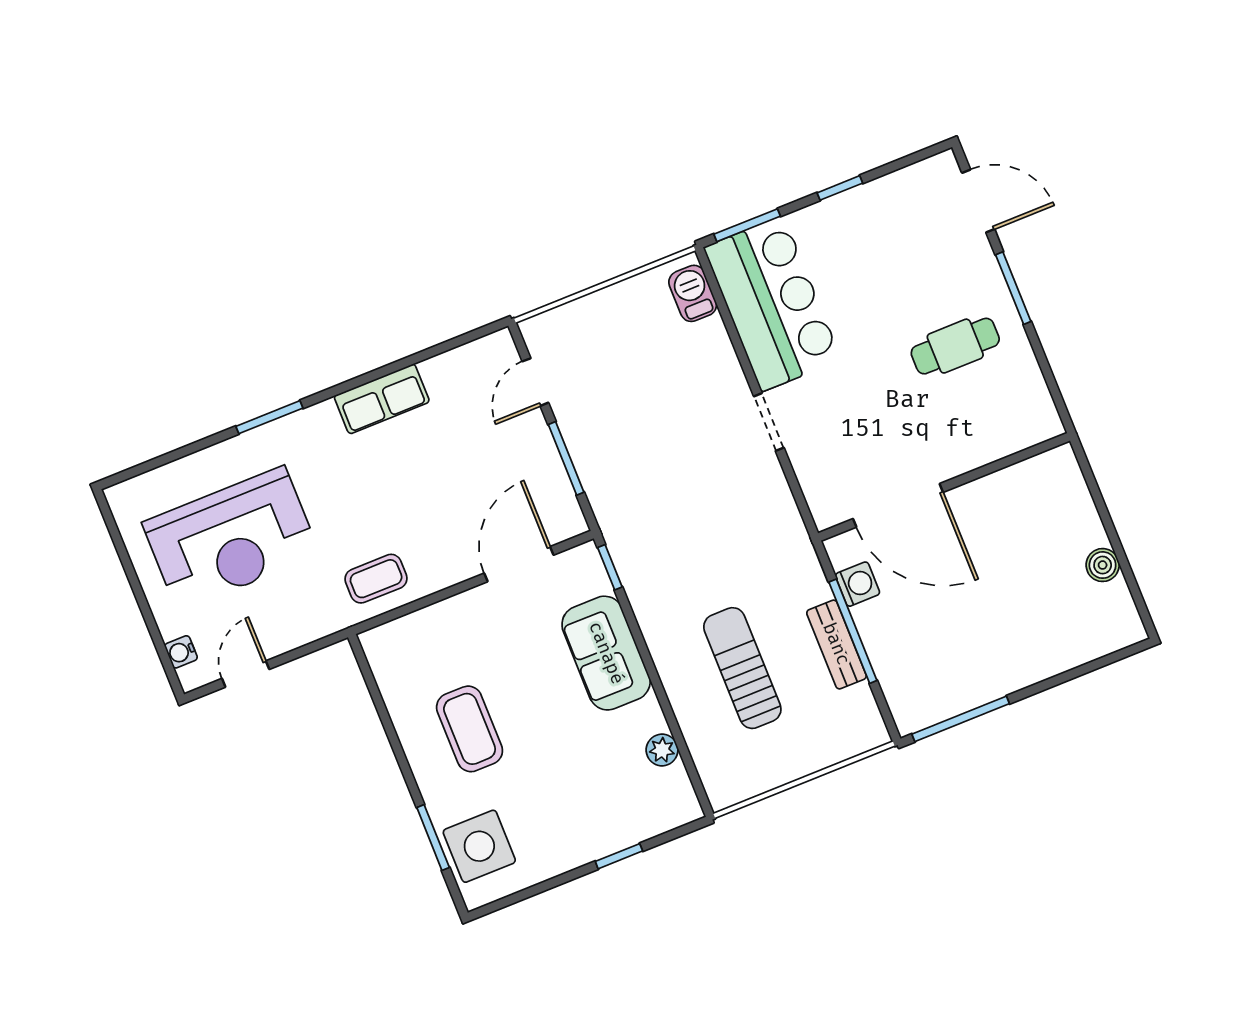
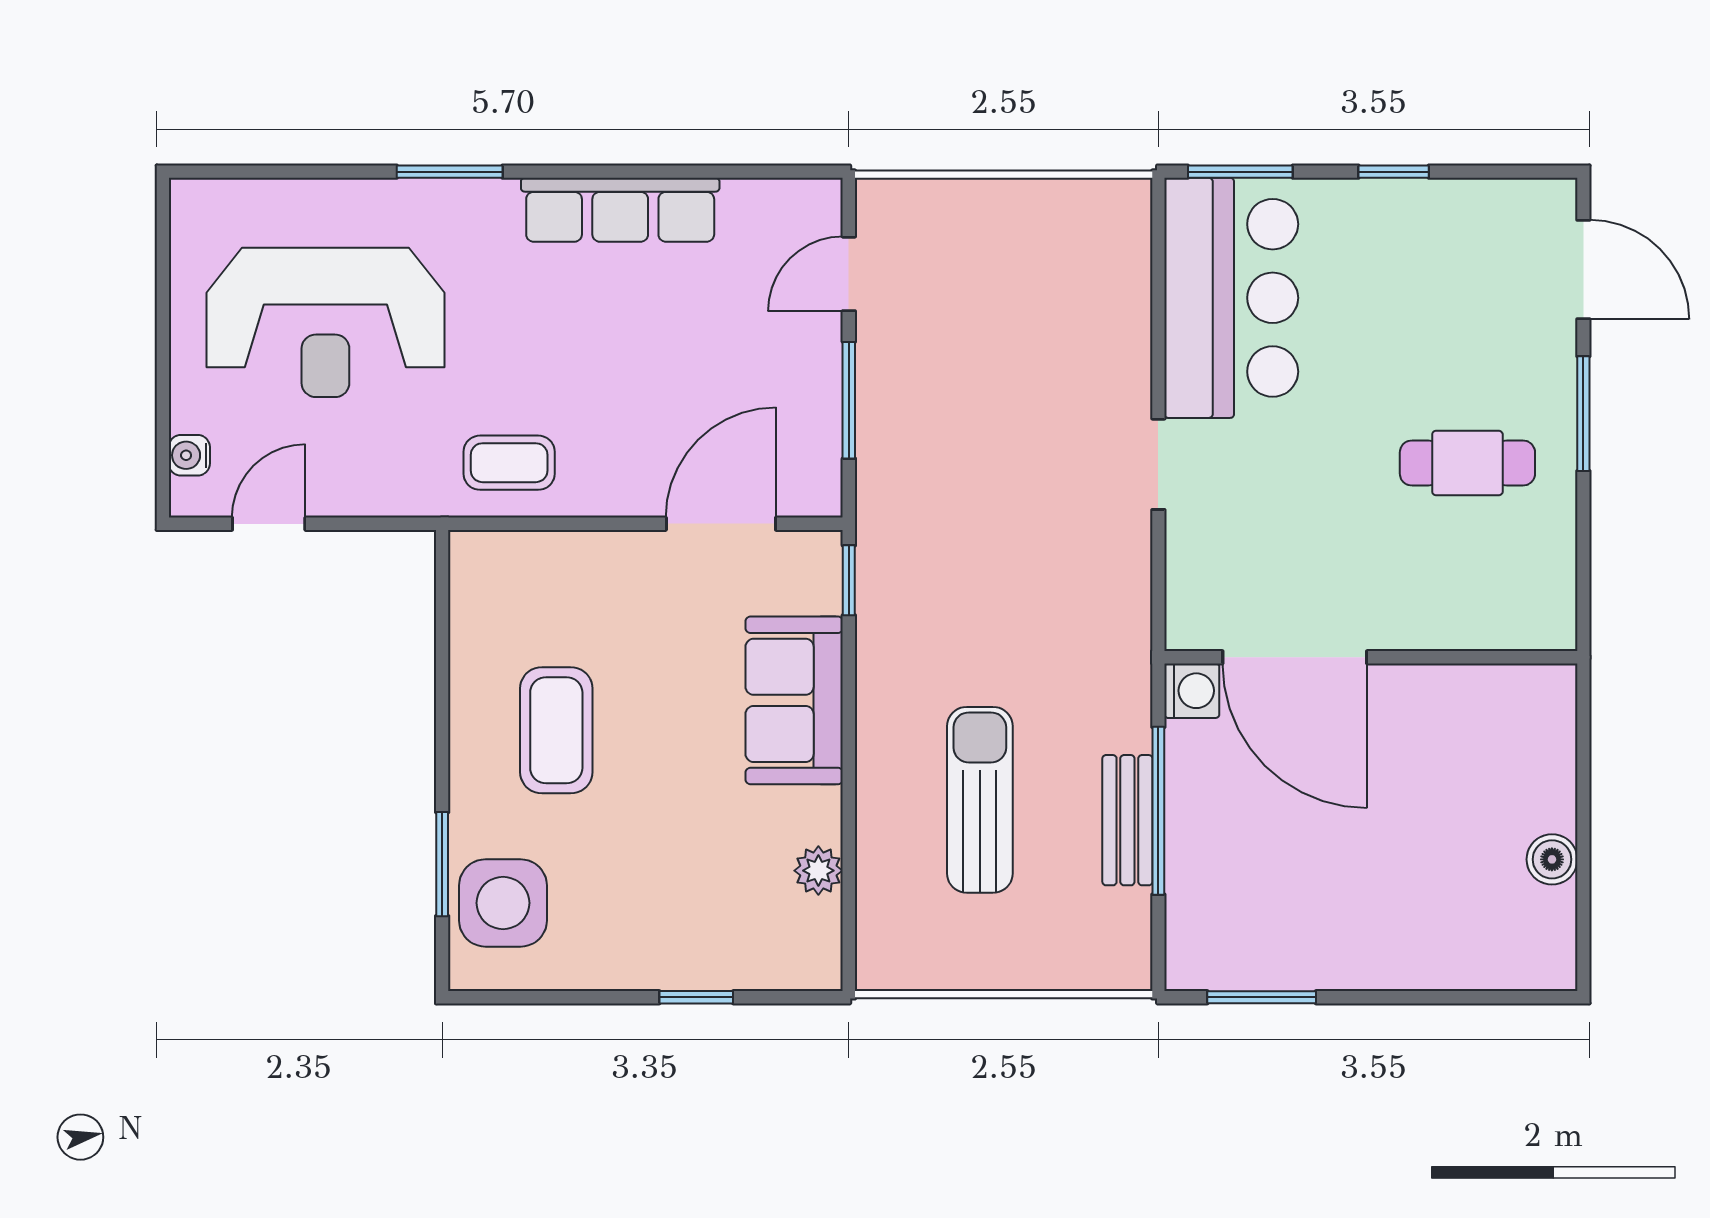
barbecue: (693, 293) -> (1124, 238), removed
row of seats: (382, 399) -> (620, 210), width x1.48
washing machine: (857, 584) -> (1192, 691), moved
window: (961, 719) -> (1262, 997), width x0.69

